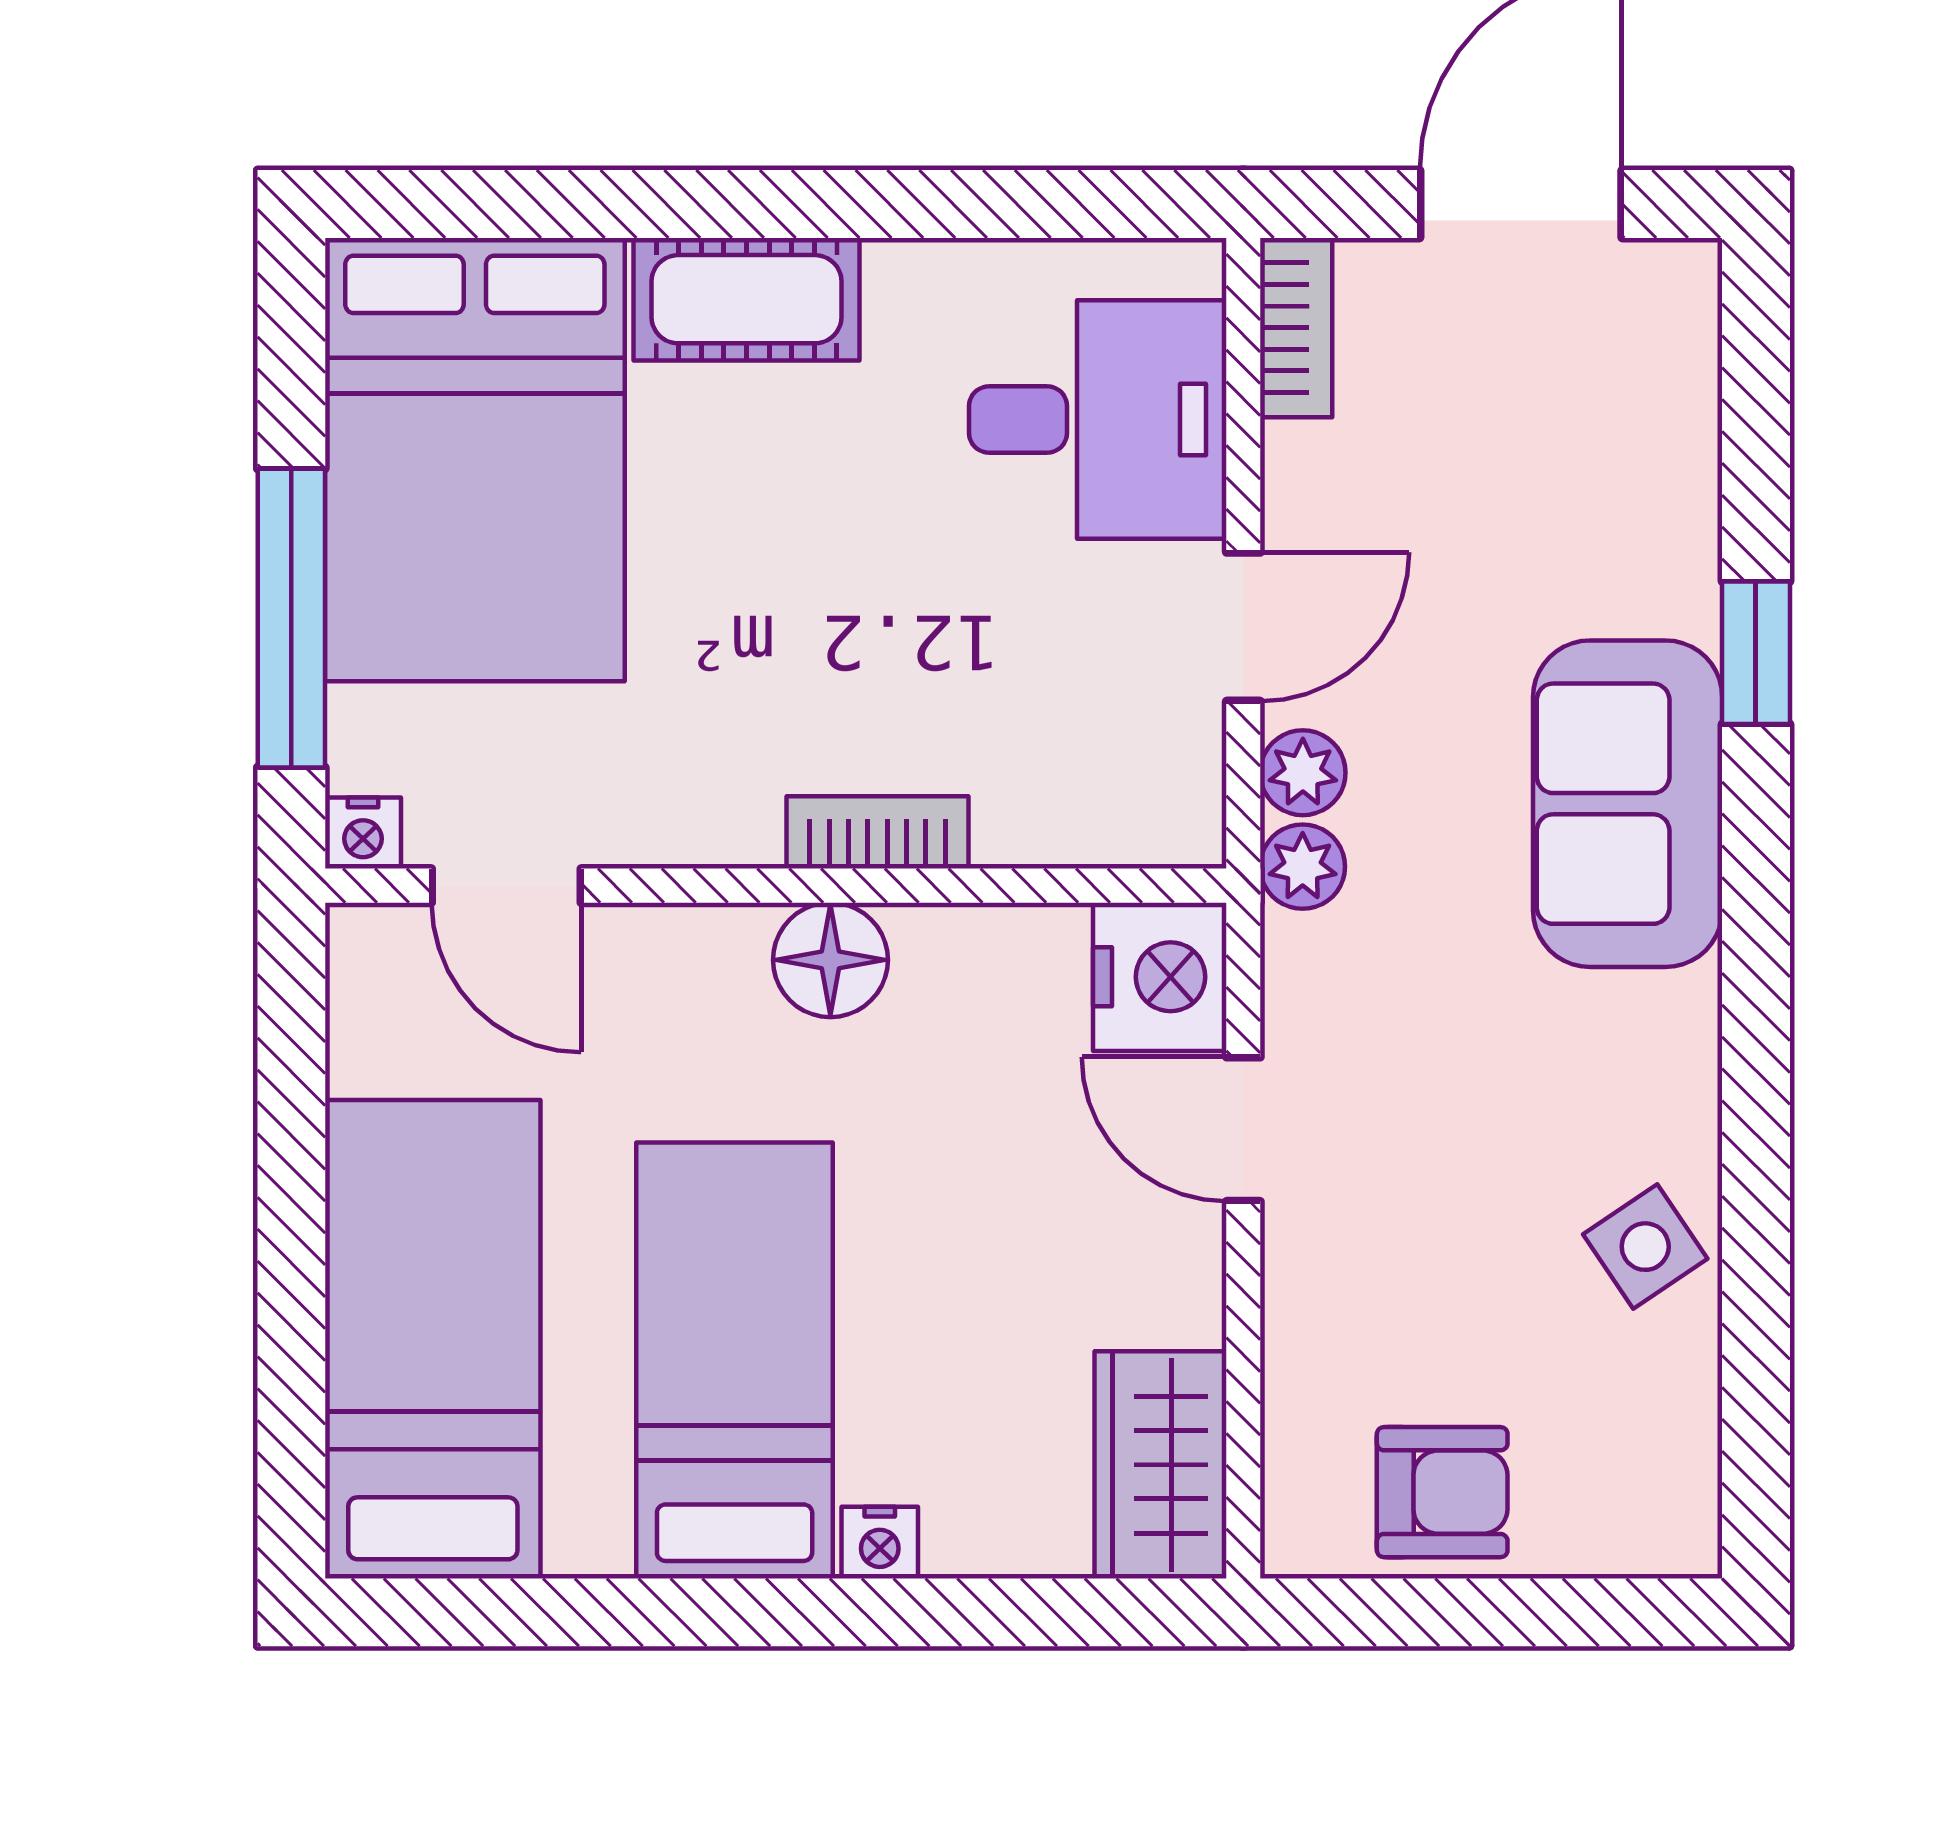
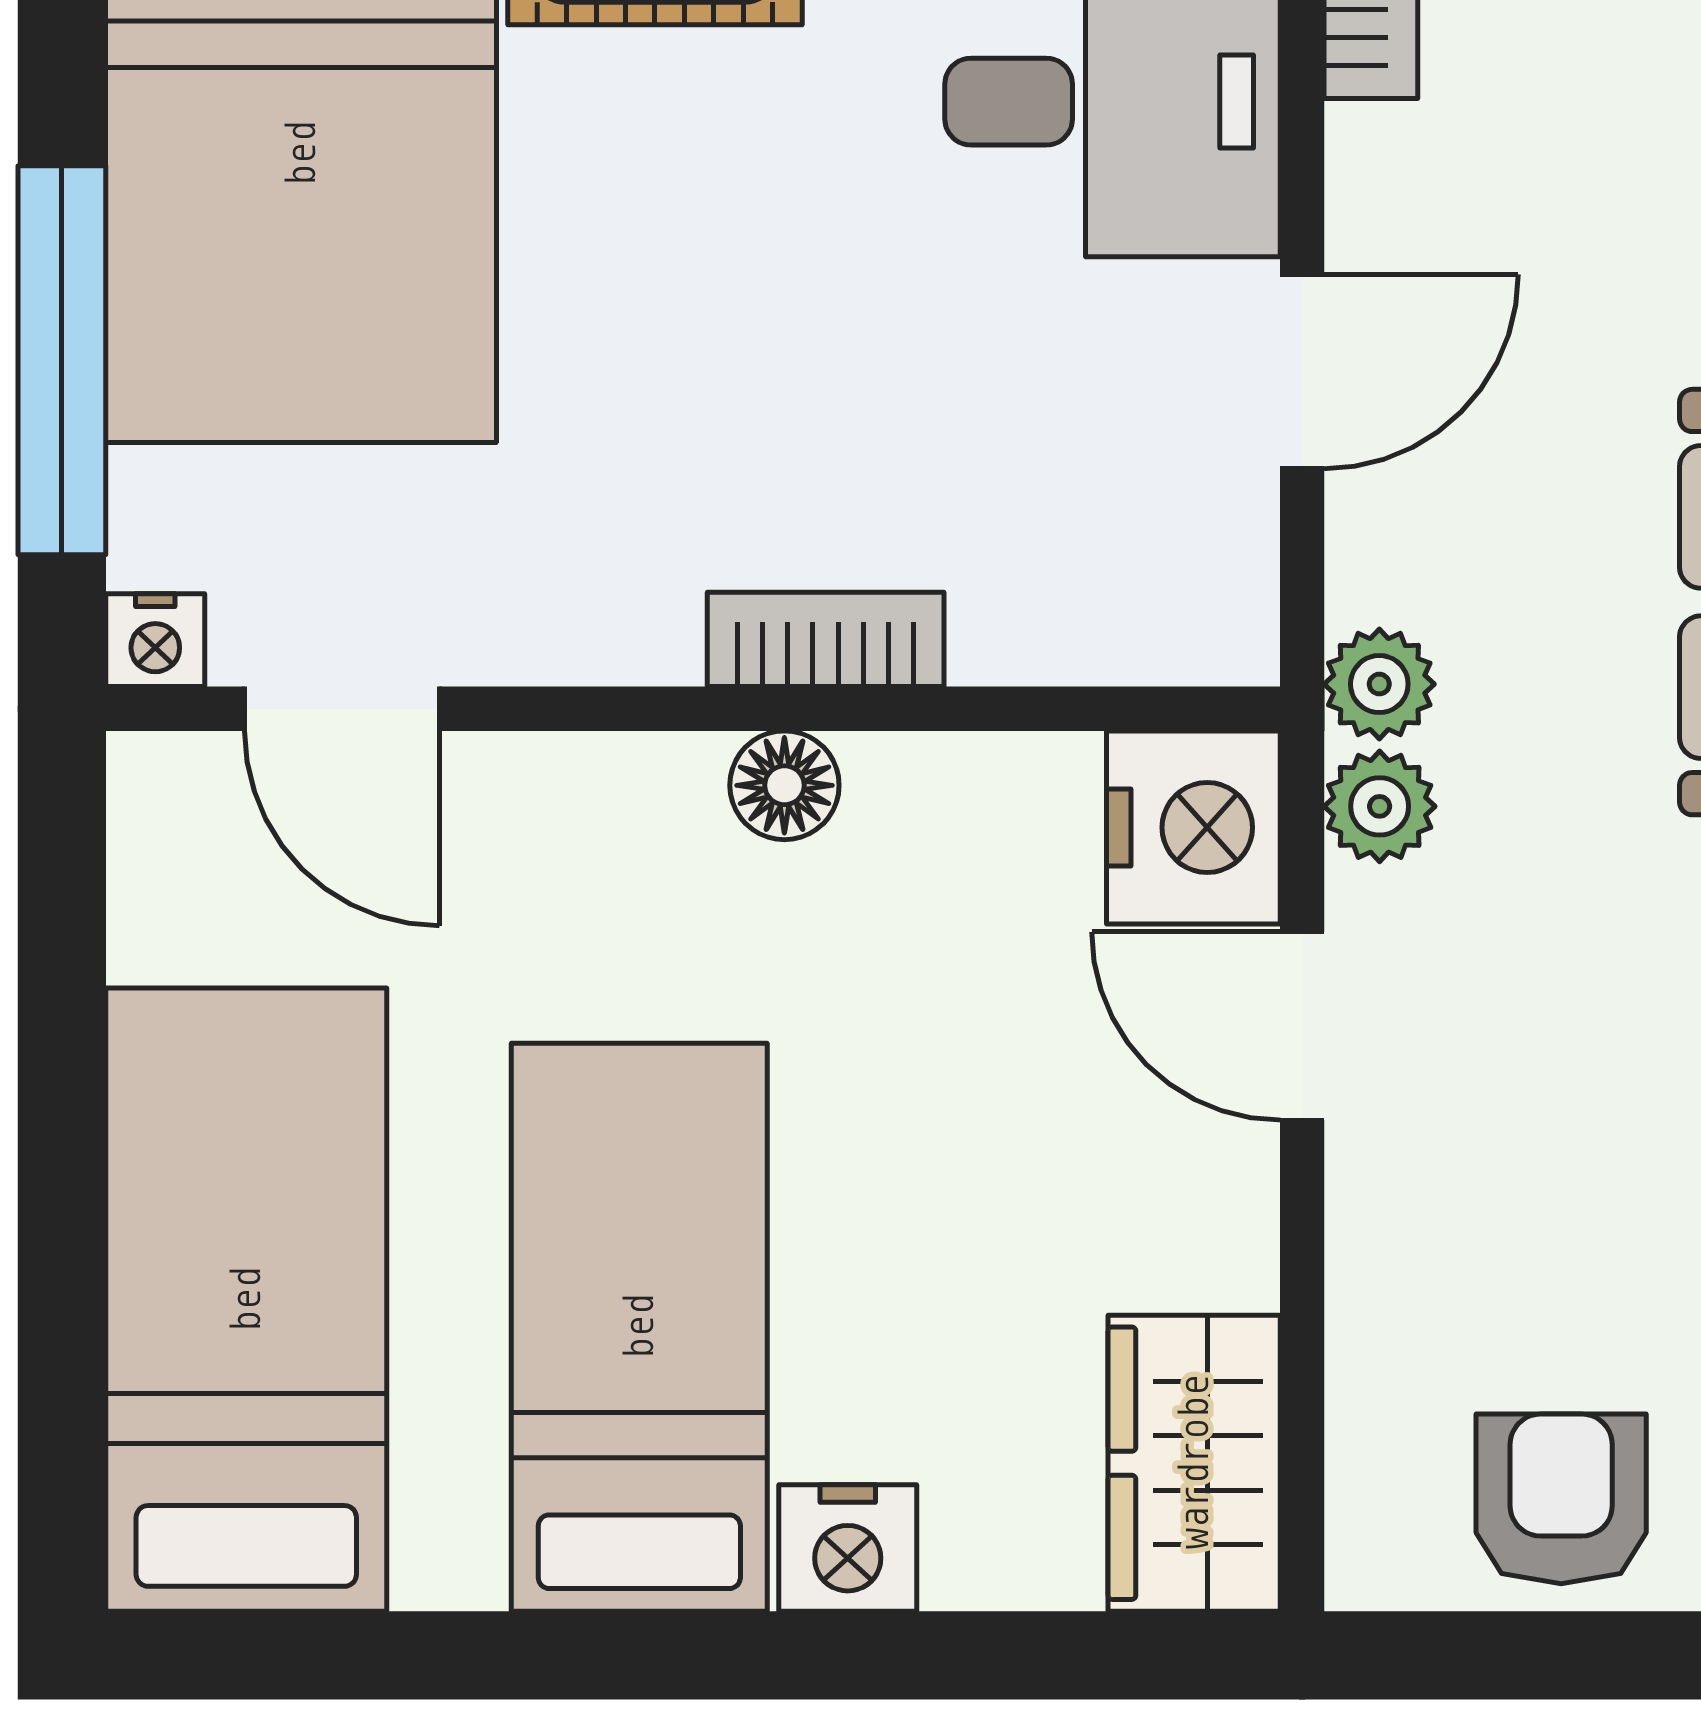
plant: (1303, 773) -> (1380, 806), moved
floor lamp: (830, 960) -> (784, 785), width x0.73, depth x0.73
armchair: (1442, 1492) -> (1561, 1499), turned -90
nightstand: (880, 1543) -> (848, 1548), width x1.39, depth x1.35

